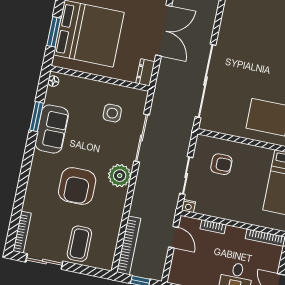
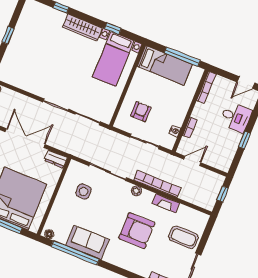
window: (36, 117) -> (75, 253), width x2.11
plant: (120, 176) -> (136, 191), width x0.53, depth x0.53
nightstand: (189, 206) -> (175, 131), moved
fireplace: (117, 215) -> (166, 203), added
bookcase: (129, 245) -> (157, 184), moved

